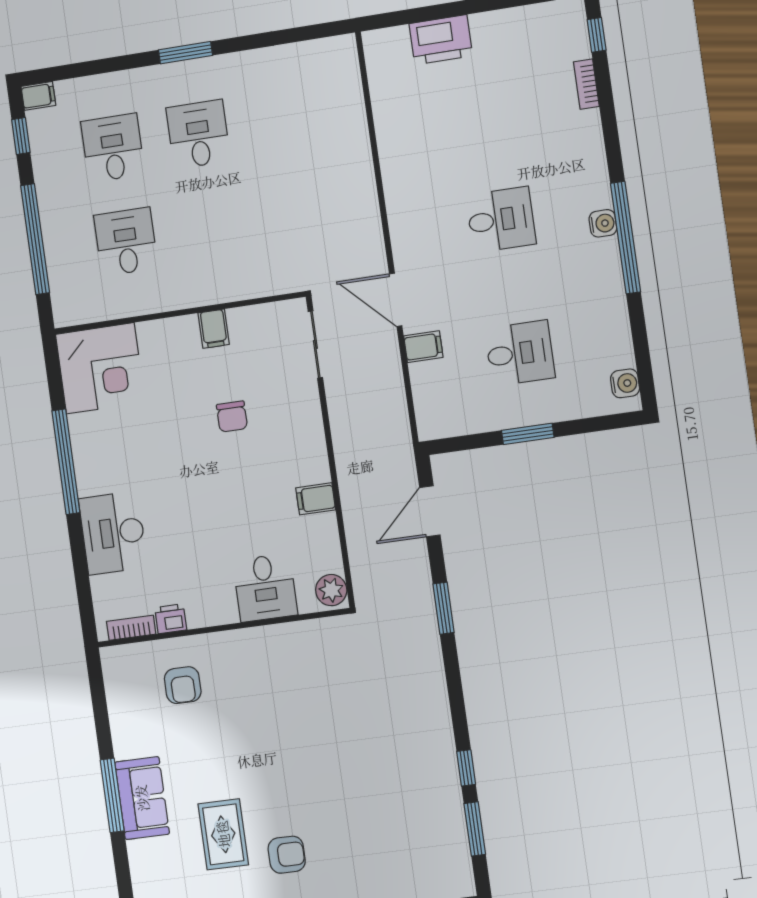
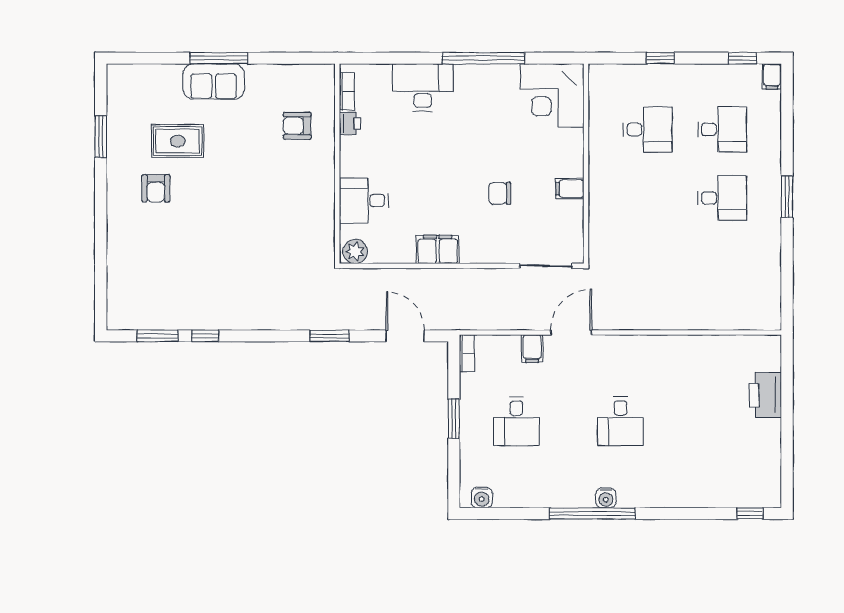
bookcase: (586, 84) -> (467, 353), moved, turned 90
window: (35, 239) -> (660, 58), width x0.32
filing cabinet: (316, 499) -> (438, 249), width x2.00

